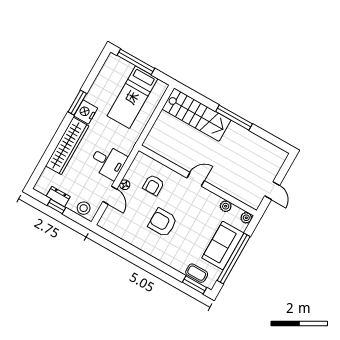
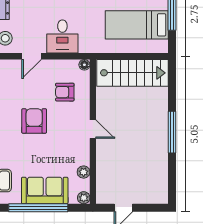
stairs: (197, 115) -> (133, 73), moved, turned -90
floor lamp: (125, 185) -> (84, 65), moved

